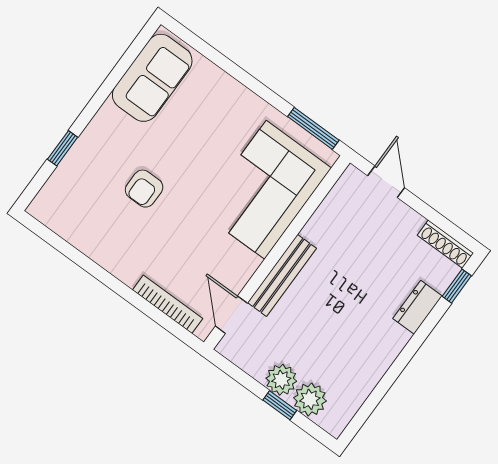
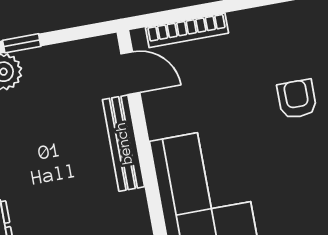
plant: (281, 380) -> (41, 64), removed

